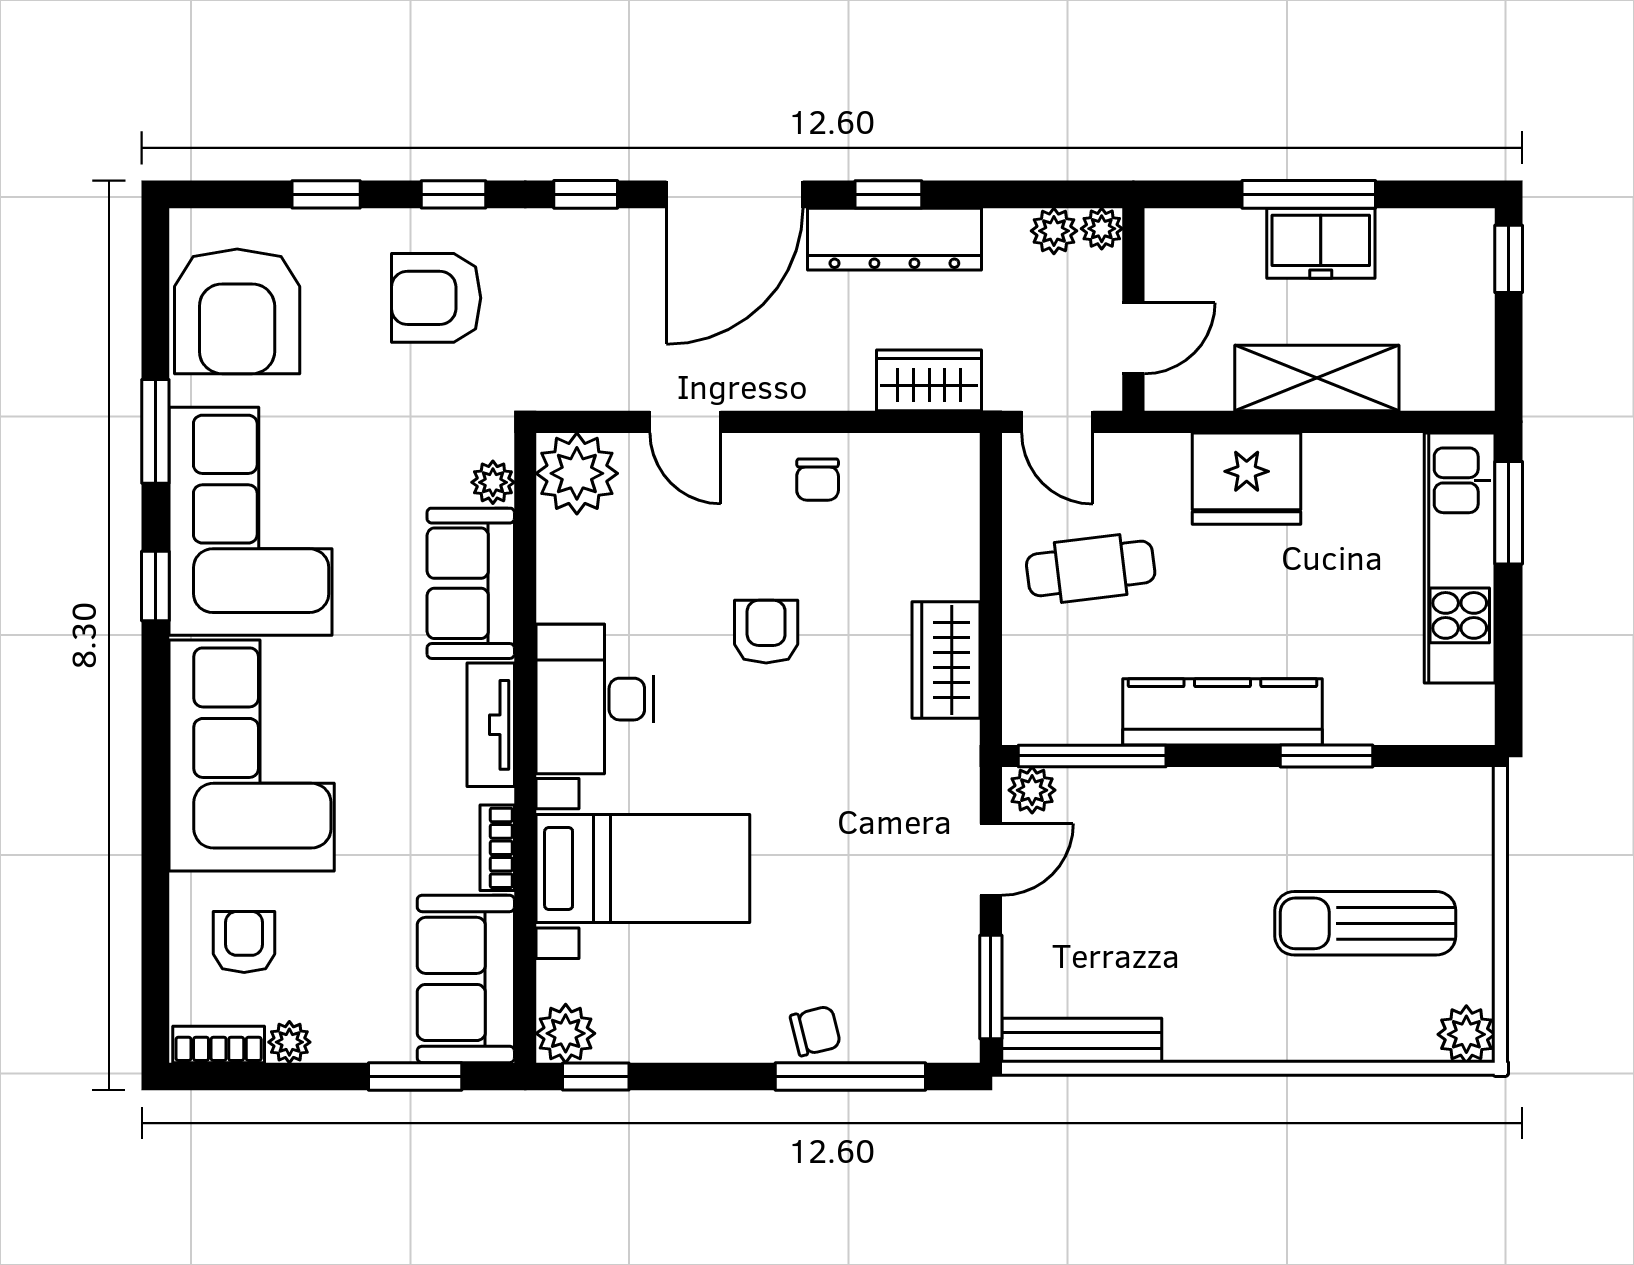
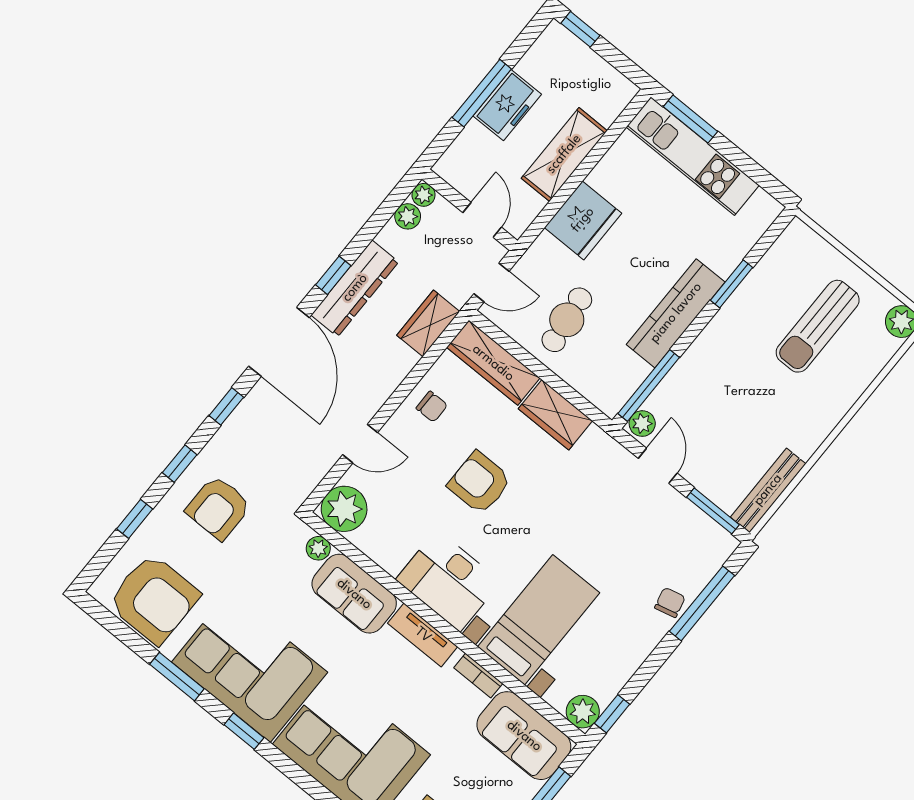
wardrobe: (948, 515) -> (493, 363), added
armchair: (766, 632) -> (480, 483), width x1.38, depth x1.38

